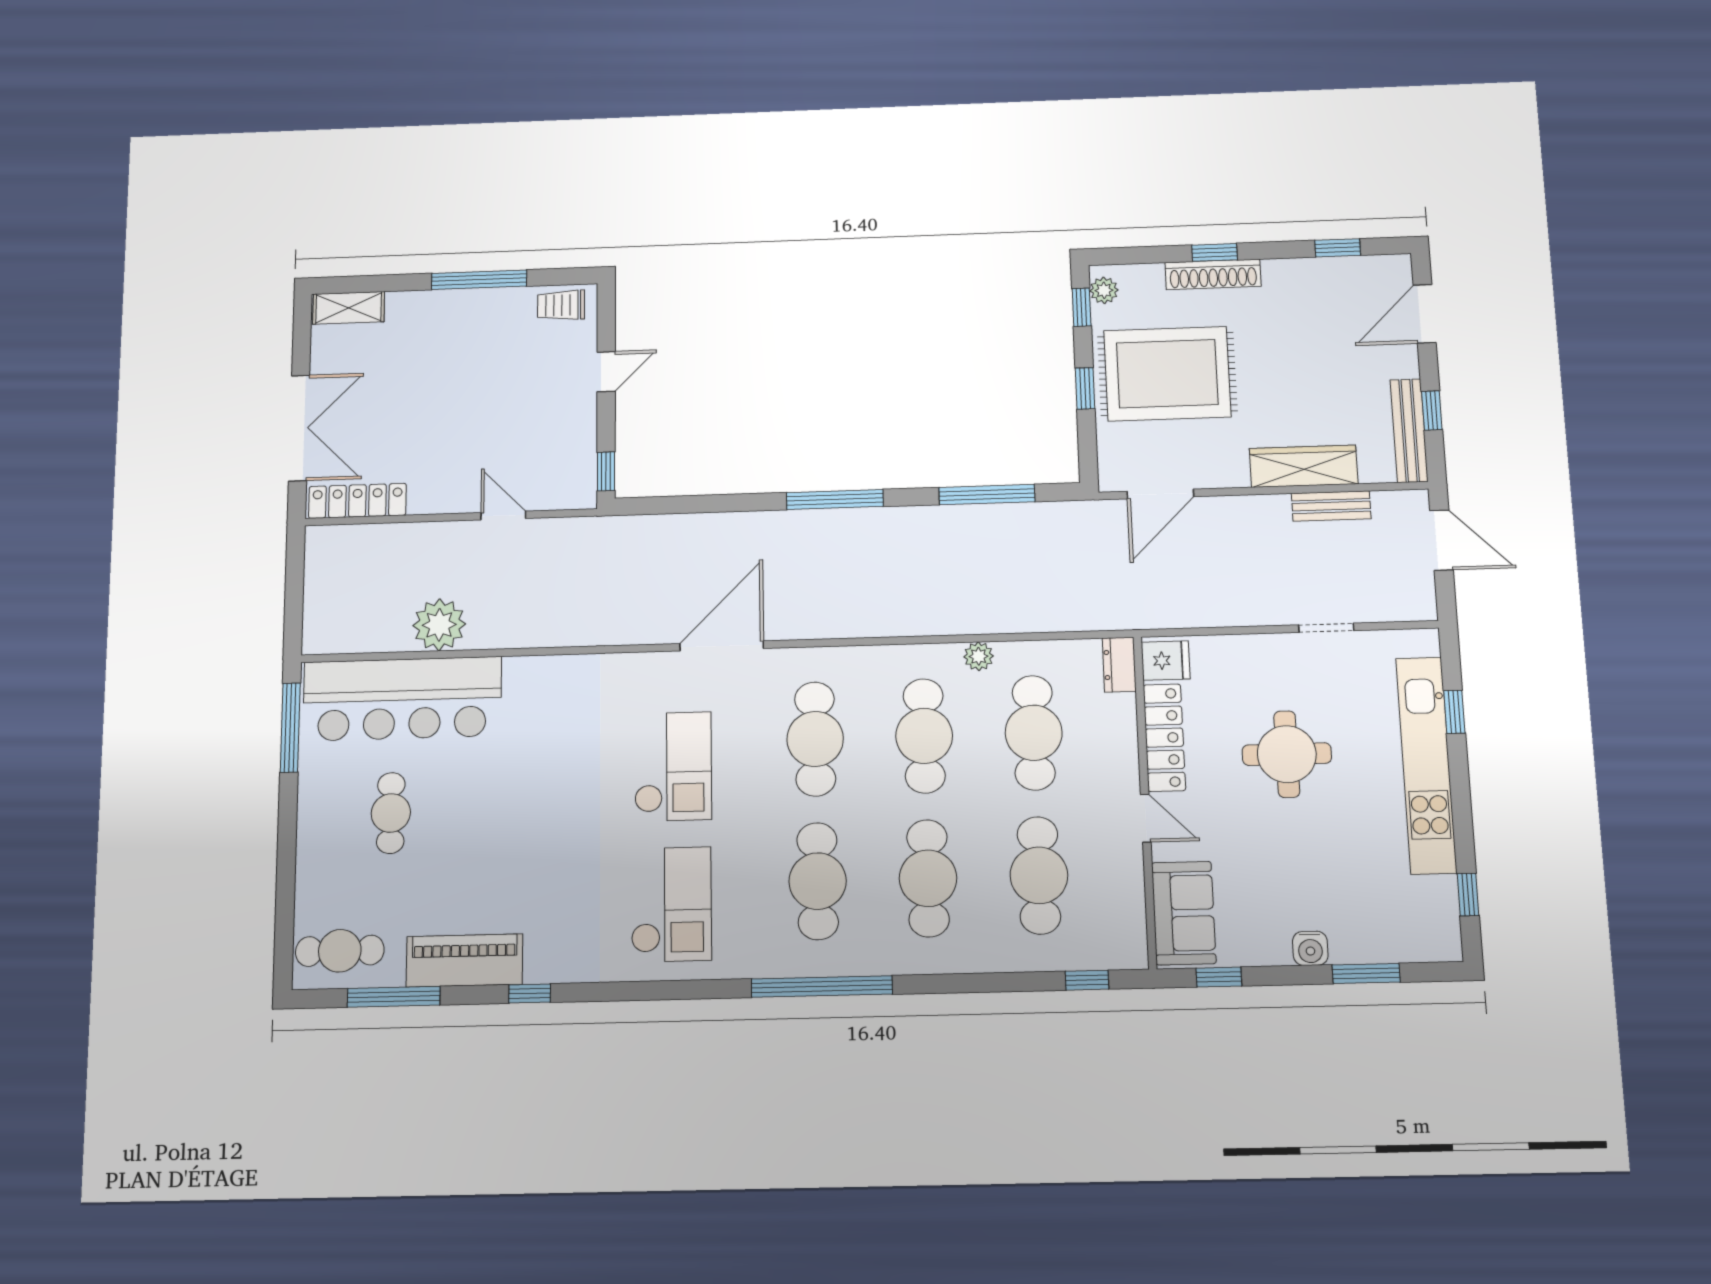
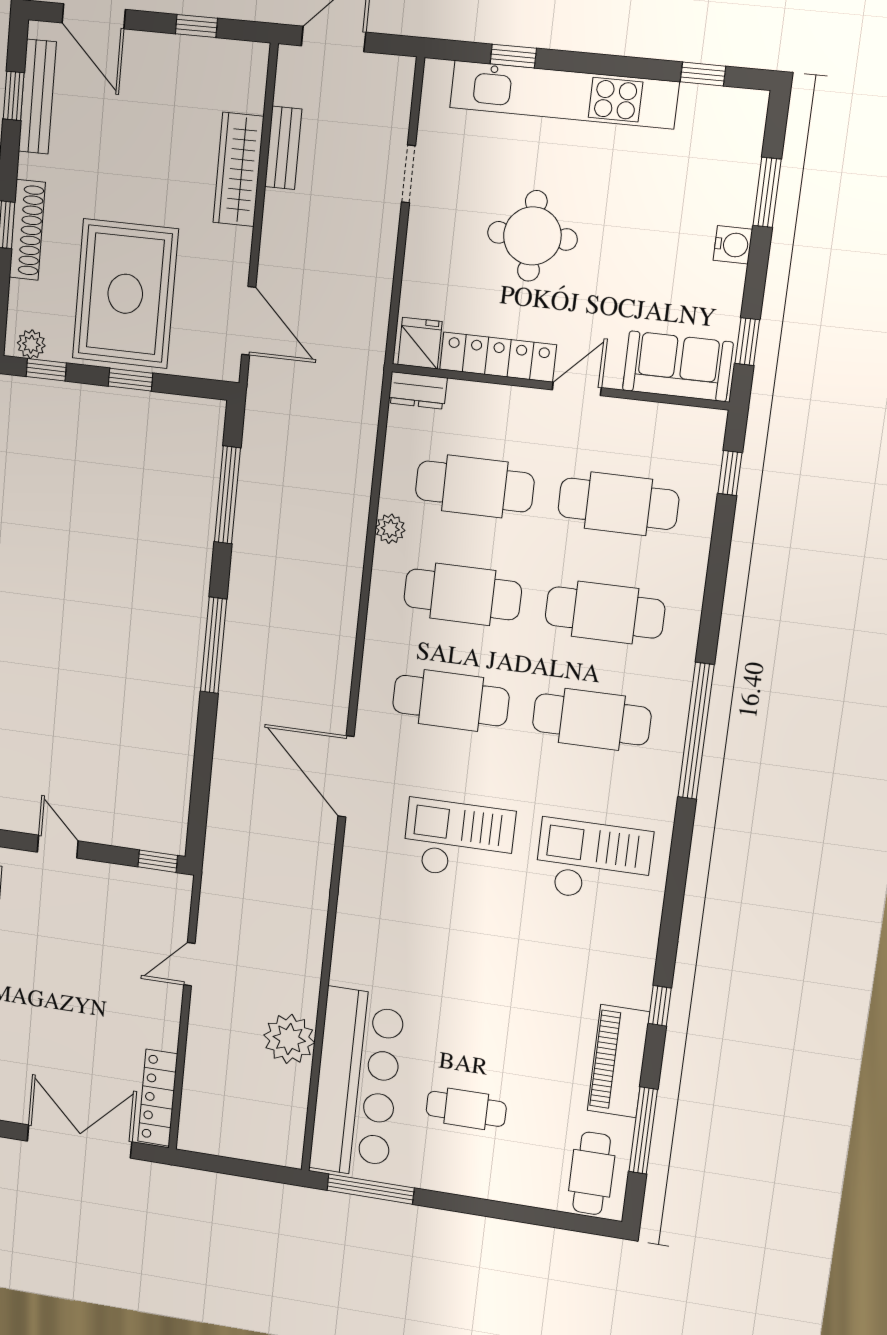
bench: (1409, 431) -> (37, 97), moved, turned 90

